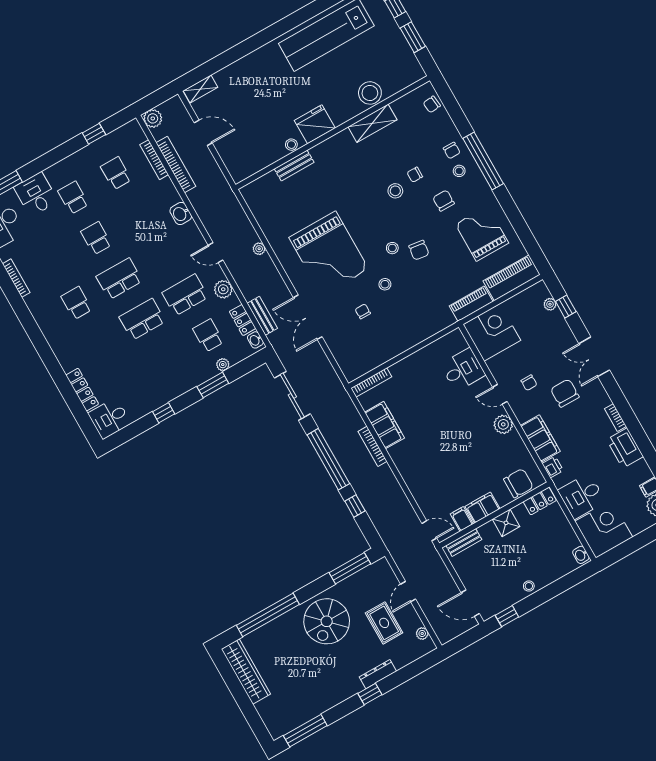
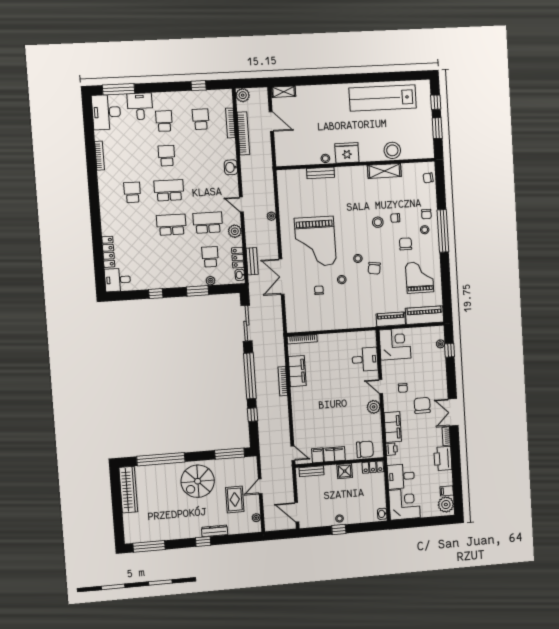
double door: (594, 357) -> (453, 412), moved
window: (507, 616) -> (339, 529), moved

